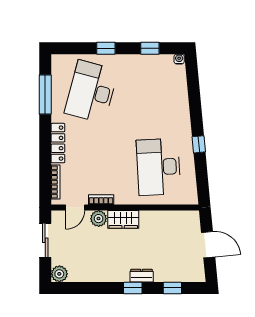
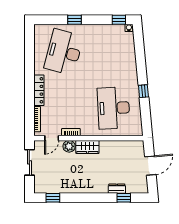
window: (150, 48) -> (119, 20), moved
window: (45, 95) -> (29, 54), removed
door: (208, 245) -> (150, 166), hinge flipped
plant: (59, 274) -> (40, 187), removed
dresser: (142, 276) -> (117, 189), moved
window: (133, 288) -> (53, 198), moved

